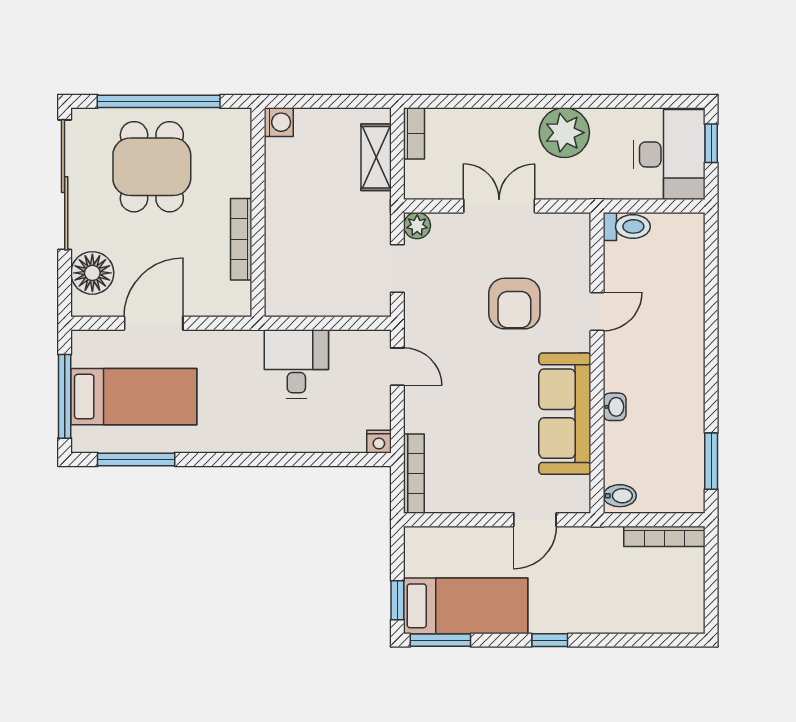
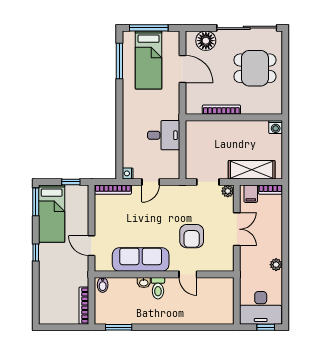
window: (159, 101) -> (285, 71), removed
plant: (564, 133) -> (276, 265), width x0.53, depth x0.53
shelving: (376, 157) -> (252, 170), width x1.50, depth x1.33
filing cabinet: (423, 176) -> (251, 194), added
toilet: (627, 226) -> (158, 288), moved
armchair: (514, 304) -> (192, 236), turned -90
door: (397, 367) -> (151, 182), moved
window: (397, 600) -> (71, 182), moved

